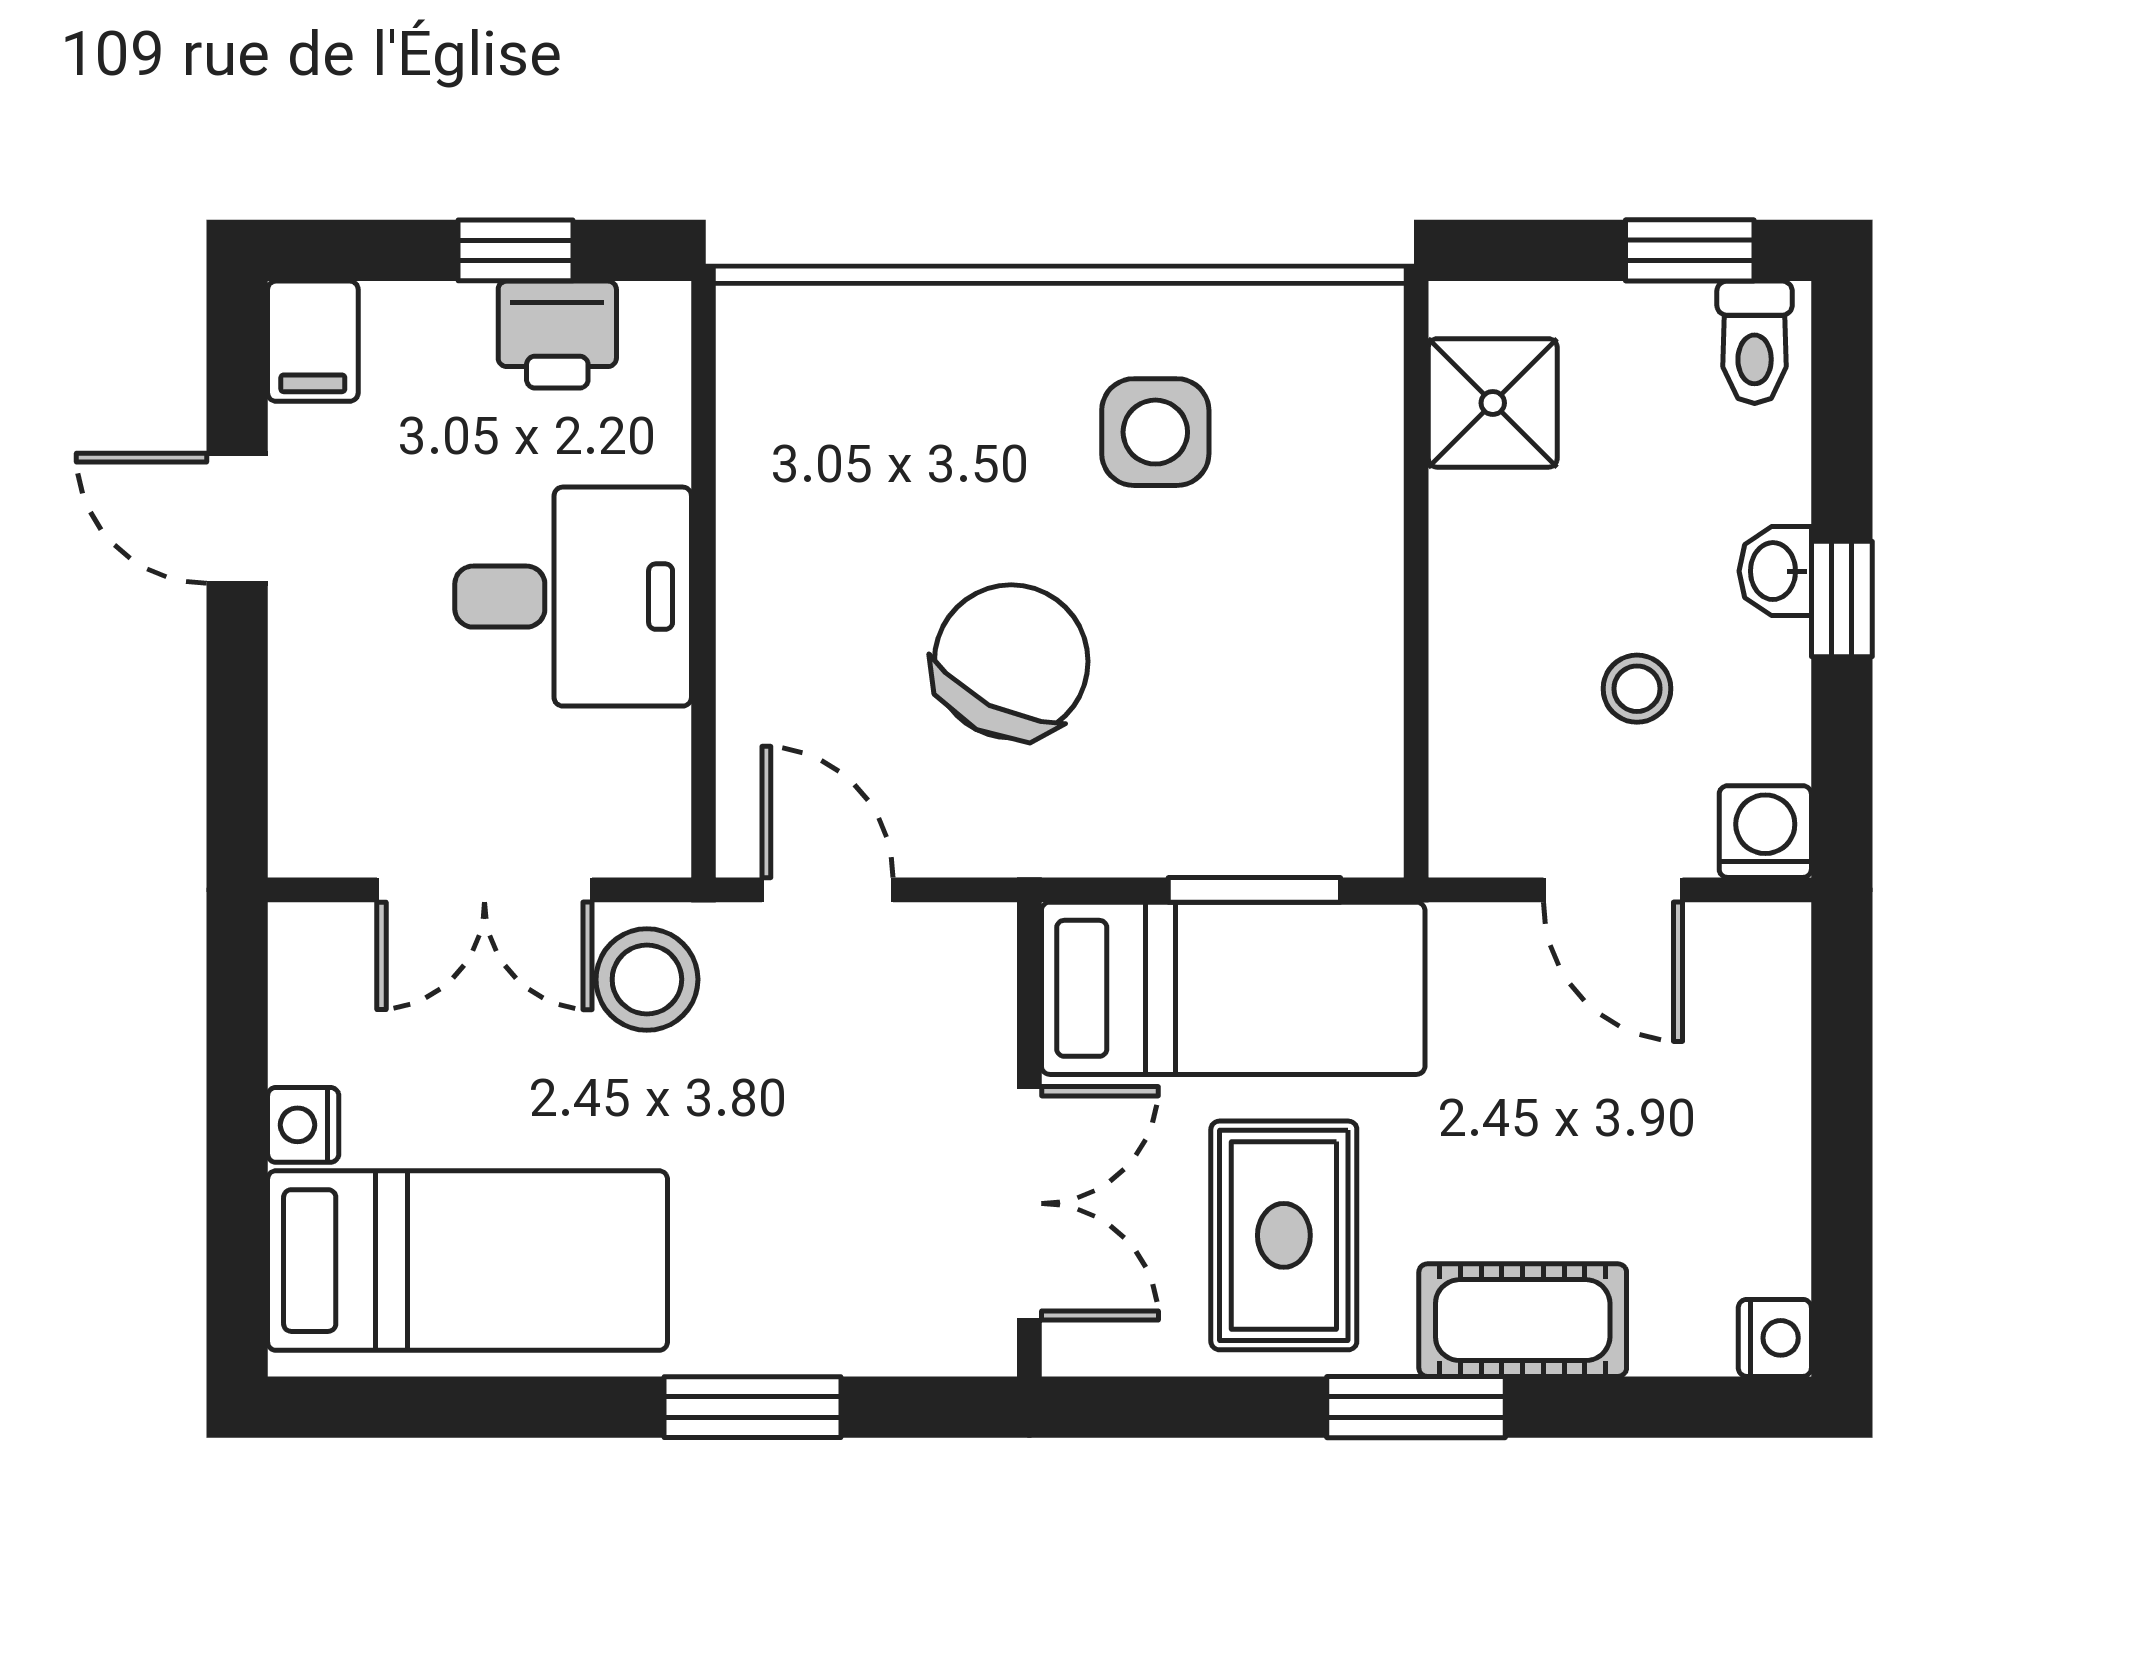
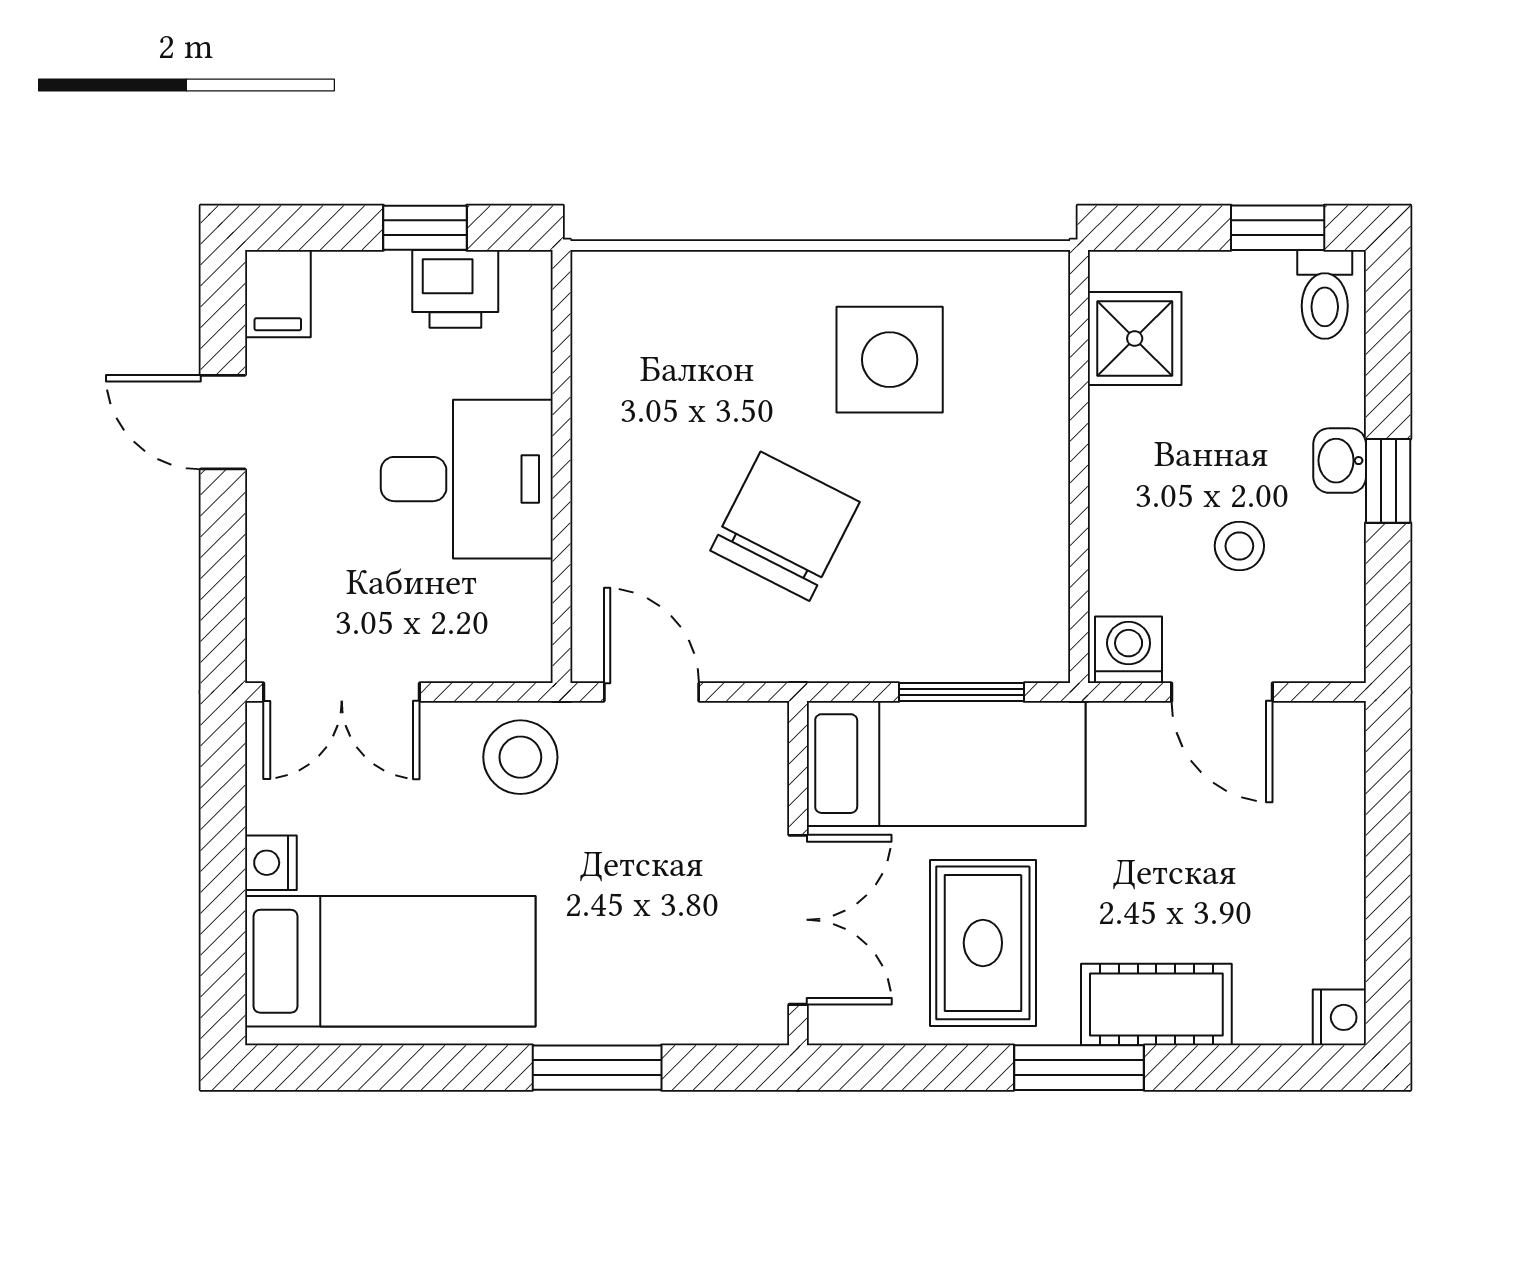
side table: (1155, 432) -> (890, 360), width x1.37, depth x1.37
washing machine: (1765, 832) -> (1129, 650), moved
double door: (484, 890) -> (342, 692), moved

